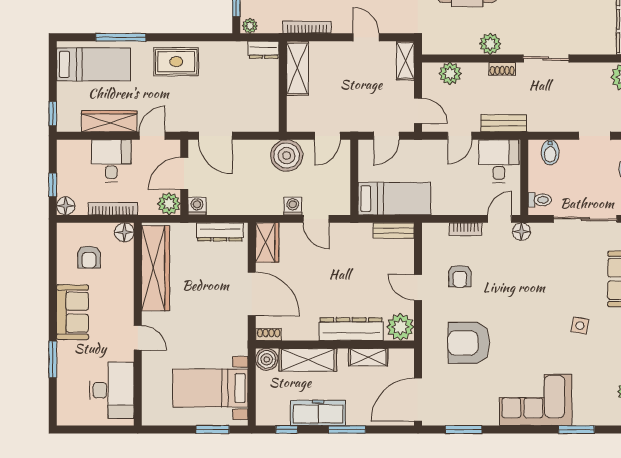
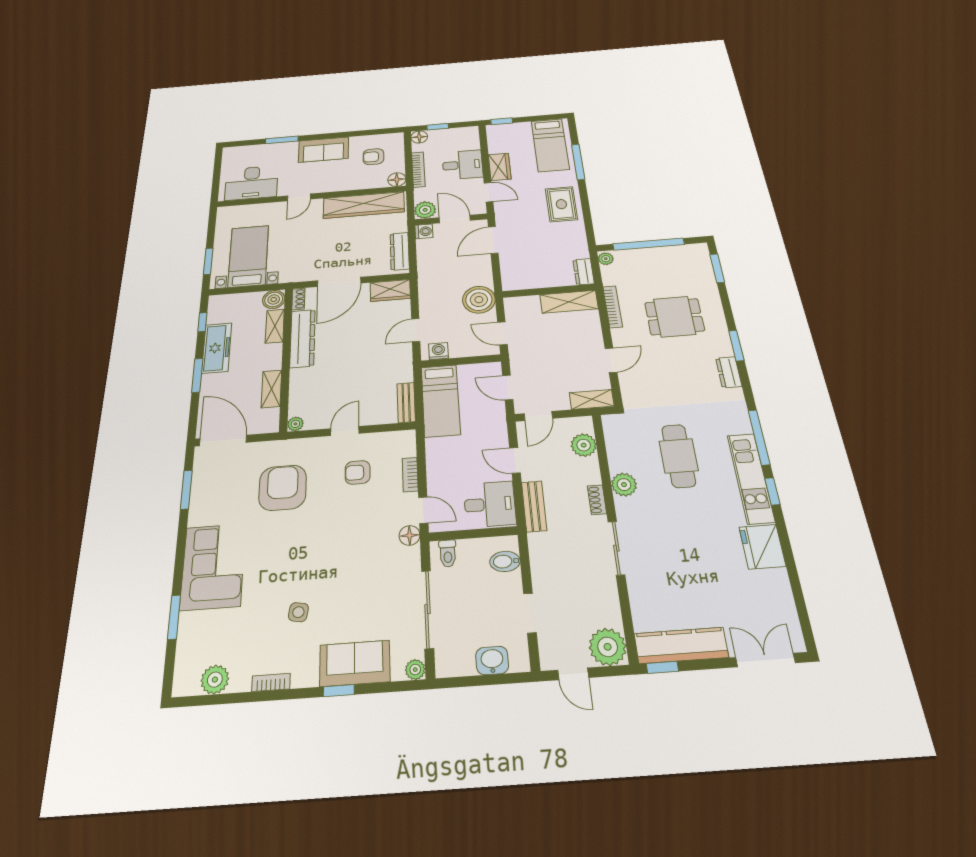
wardrobe: (109, 121) -> (500, 167), width x0.67
washing machine: (293, 206) -> (438, 351), moved, turned -90
plant: (400, 327) -> (295, 424), width x0.53, depth x0.53
dresser: (351, 329) -> (303, 338), moved
shelving: (308, 360) -> (275, 326), width x0.67, depth x0.75

